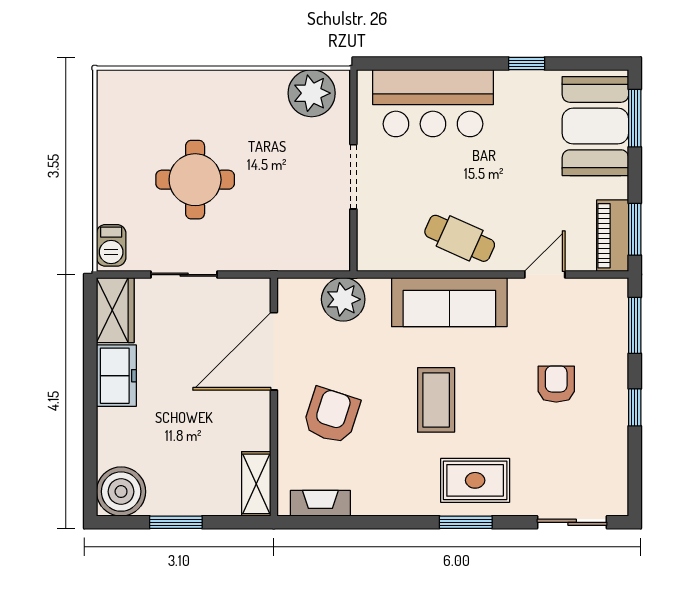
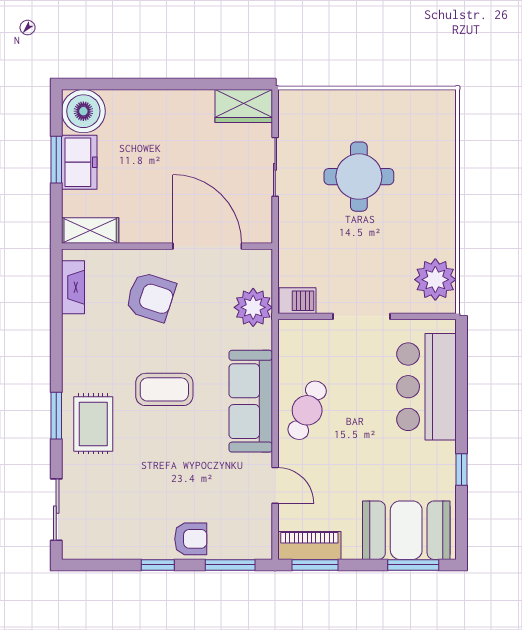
barbecue: (111, 245) -> (297, 301), moved, turned 180
freezer: (116, 376) -> (79, 162), moved, turned -90
armchair: (556, 384) -> (191, 539), moved

